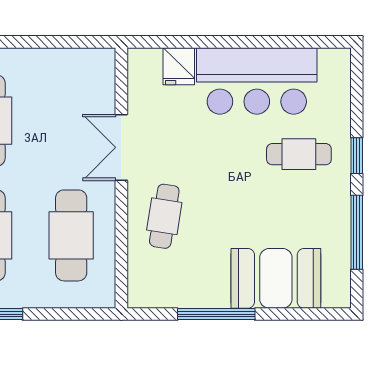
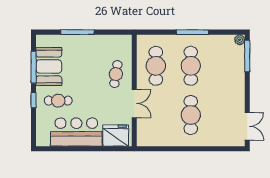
fridge: (179, 66) -> (116, 136), width x1.88, depth x1.34
booth: (276, 278) -> (49, 66), moved, turned 90
window: (216, 314) -> (77, 32), moved

